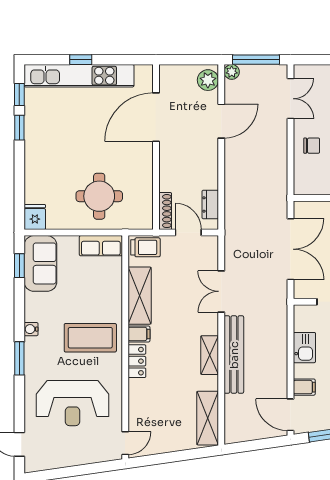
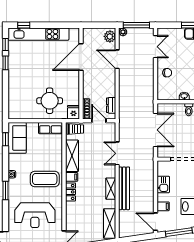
window: (81, 60) -> (24, 25), moved
door: (221, 121) -> (117, 59), swing flipped
fridge: (35, 217) -> (74, 112), moved

